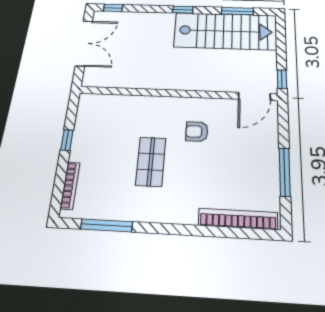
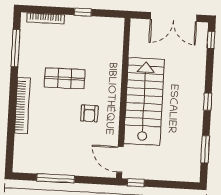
stairs: (225, 31) -> (144, 102), moved, turned 180
armchair: (197, 132) -> (89, 113), turned 180
bookcase: (238, 219) -> (22, 105), moved

